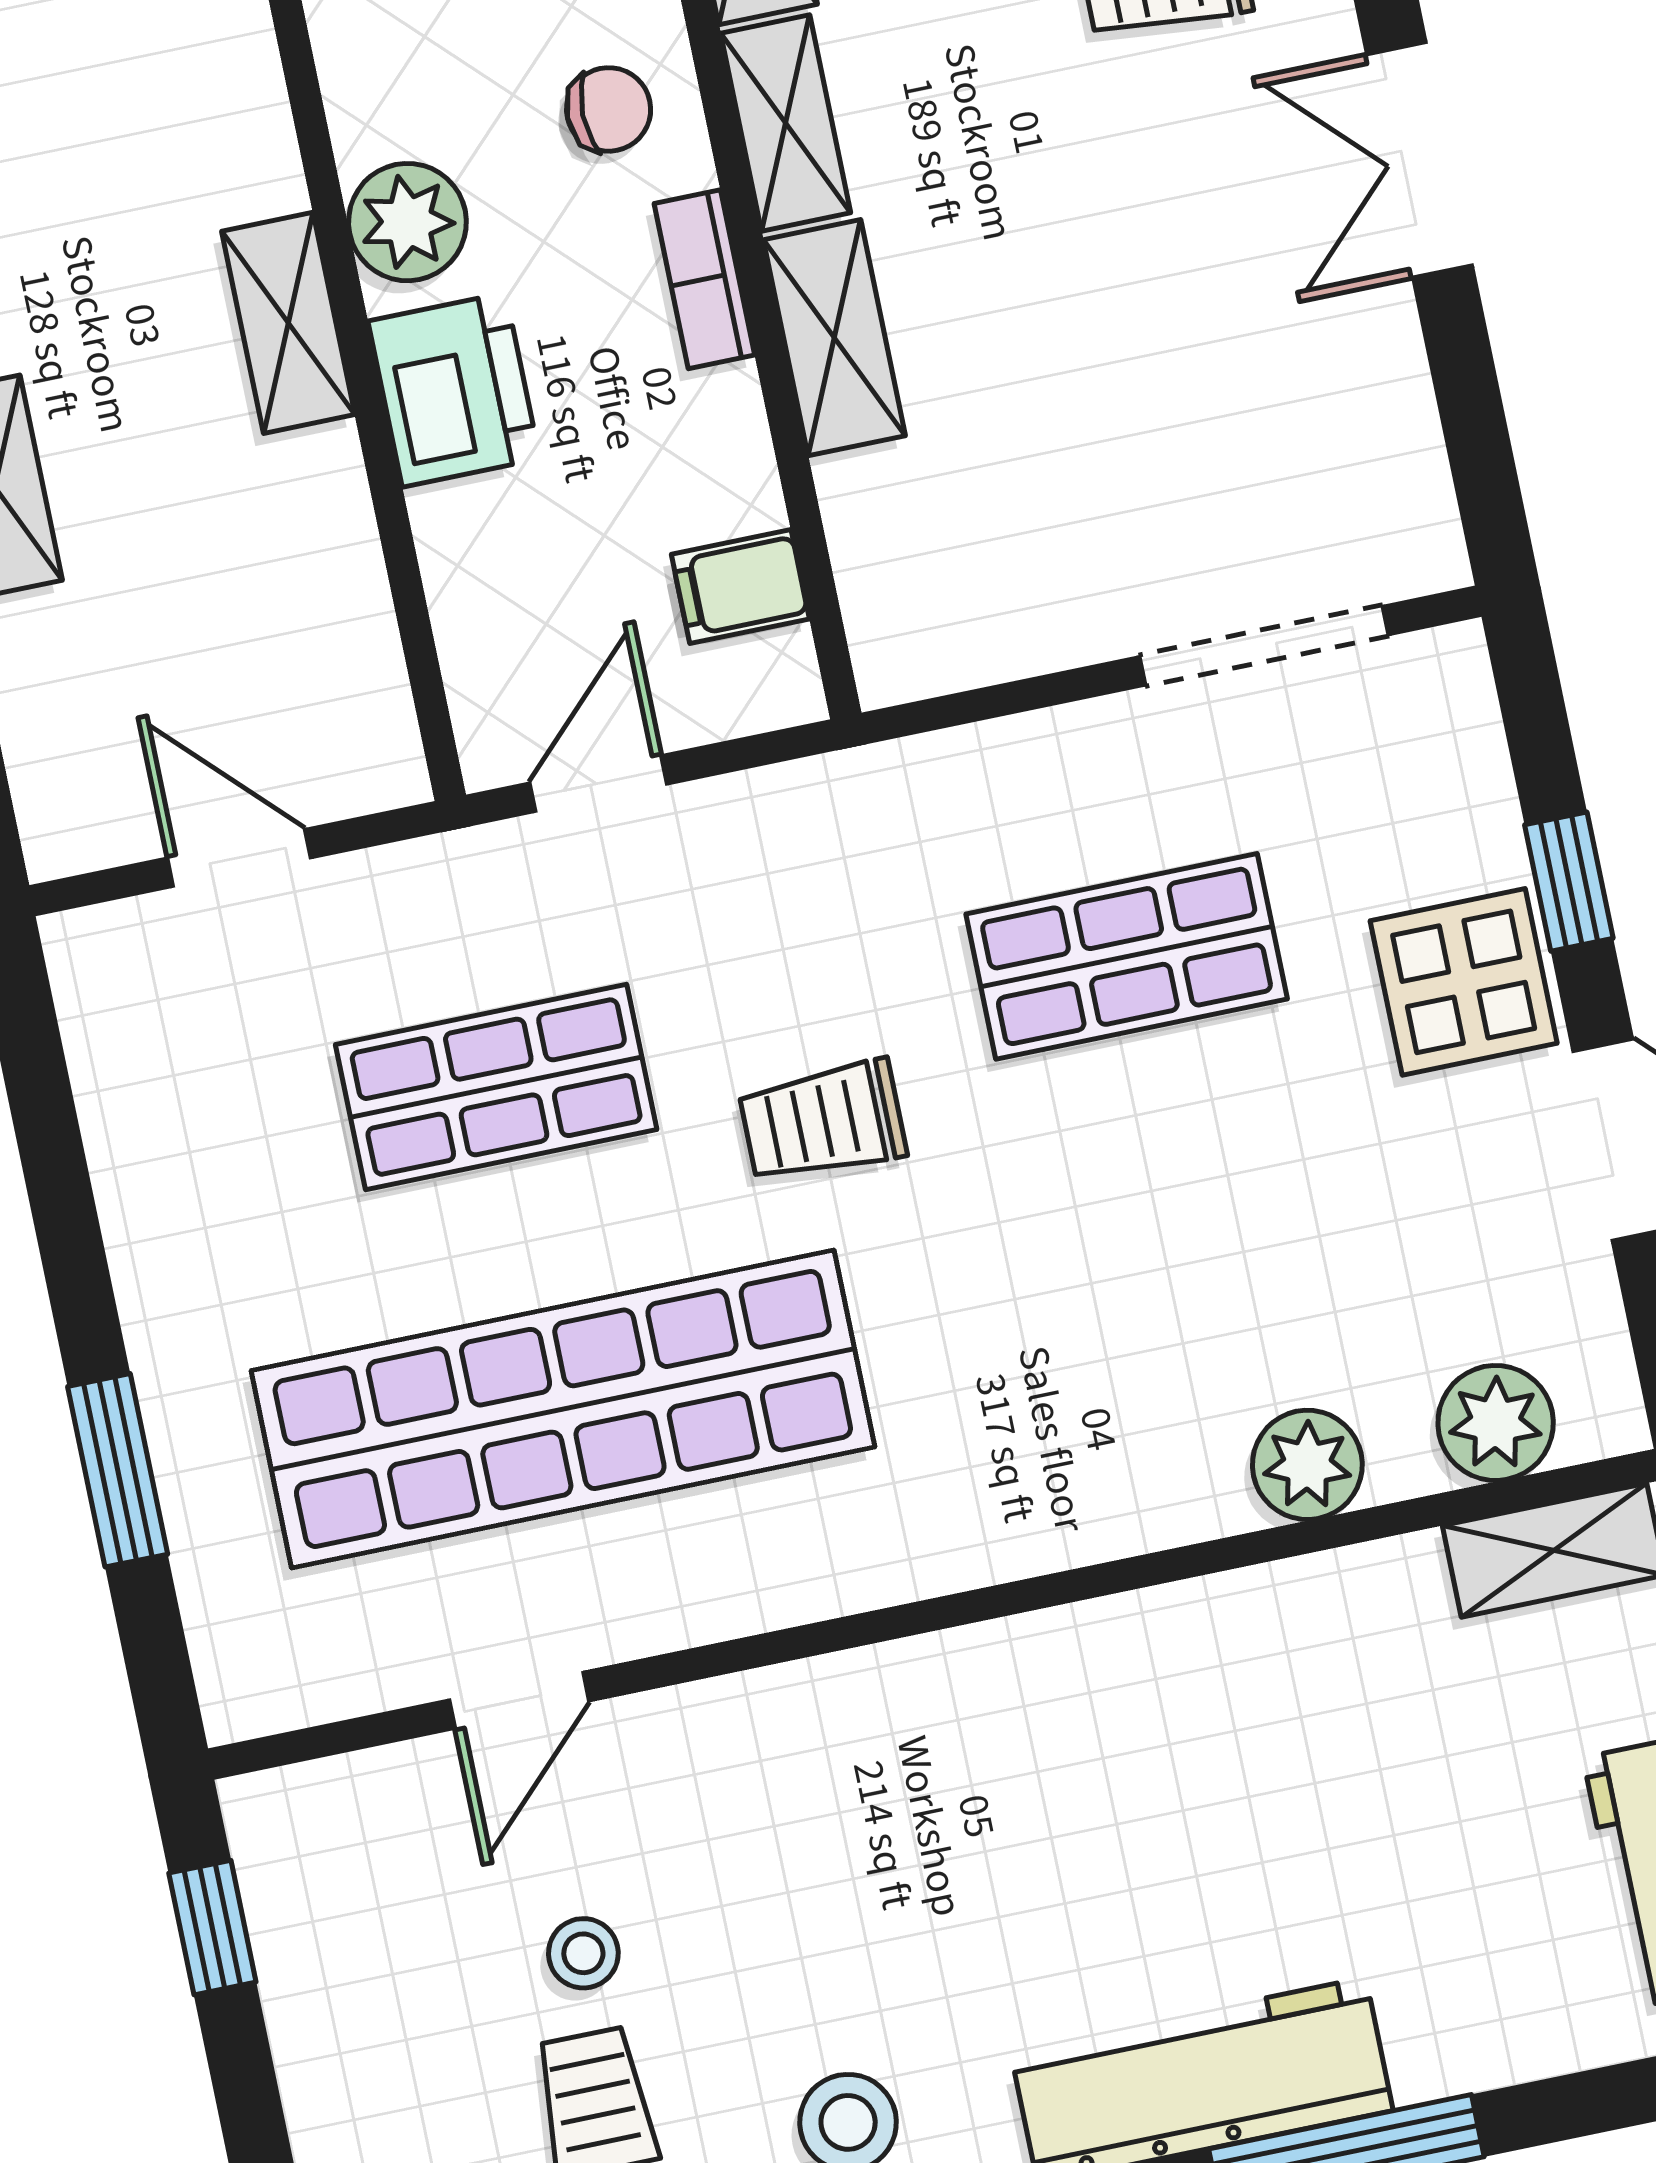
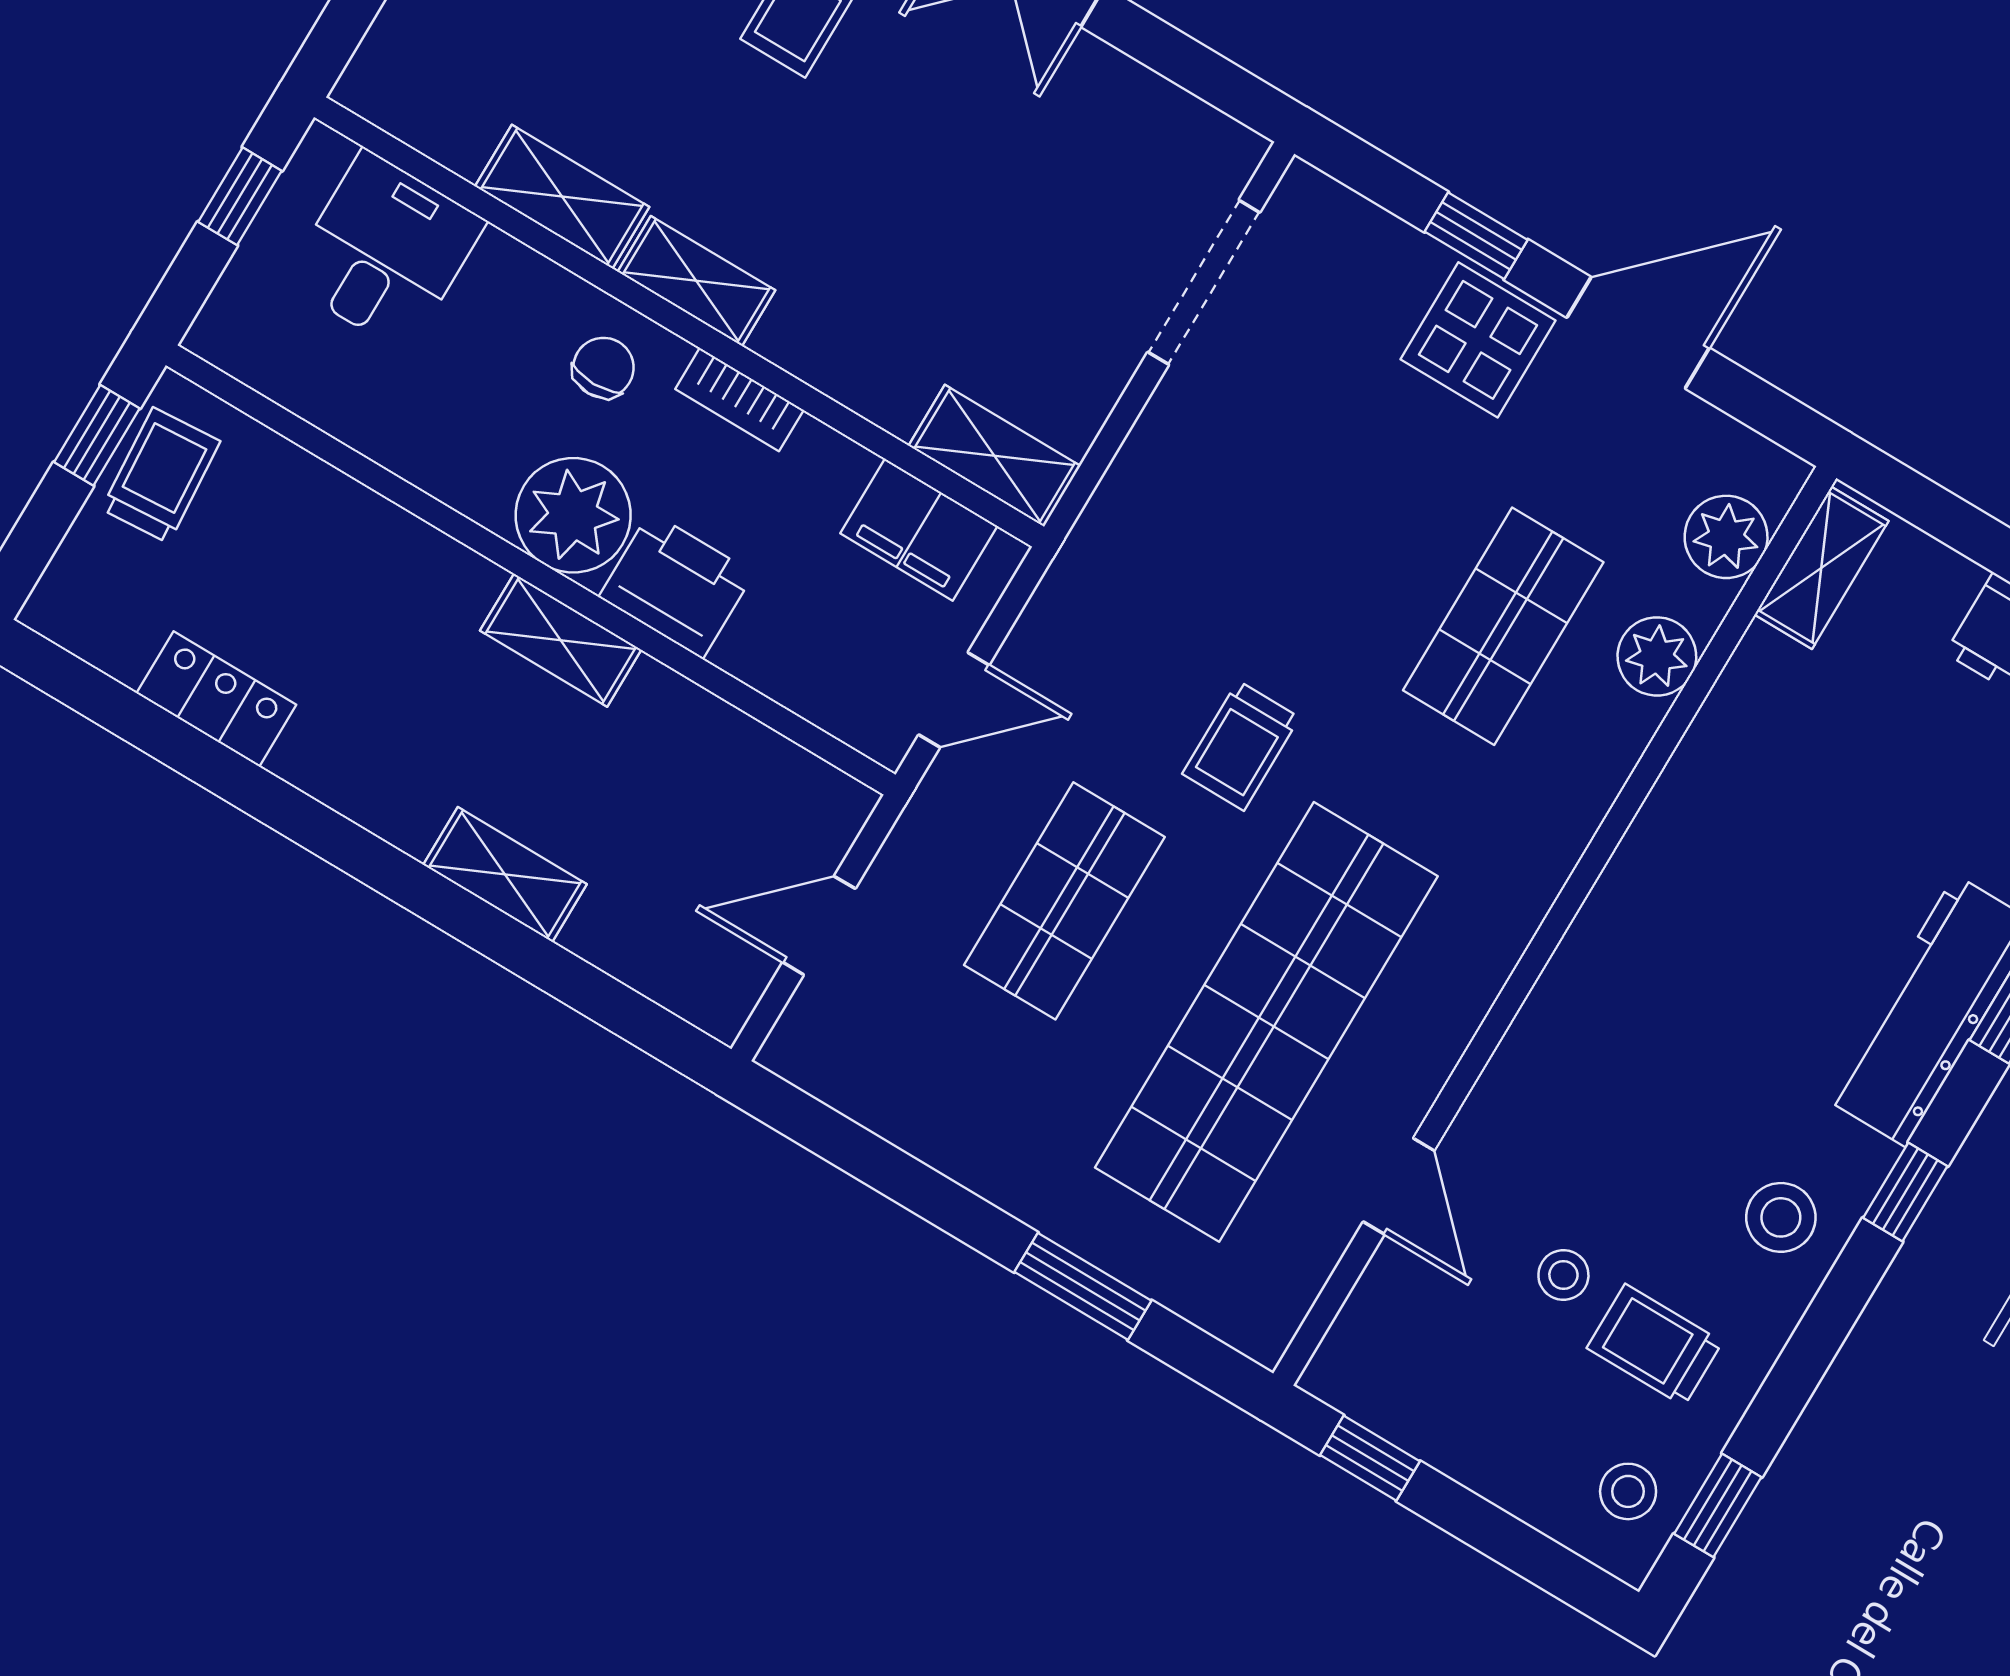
plant: (407, 222) -> (573, 515), width x1.36, depth x1.36
shelving: (834, 338) -> (994, 456), moved
filing cabinet: (740, 587) -> (919, 530), width x2.00
door: (598, 783) -> (954, 700), swing flipped
shop shelf: (1127, 956) -> (1503, 626), moved

